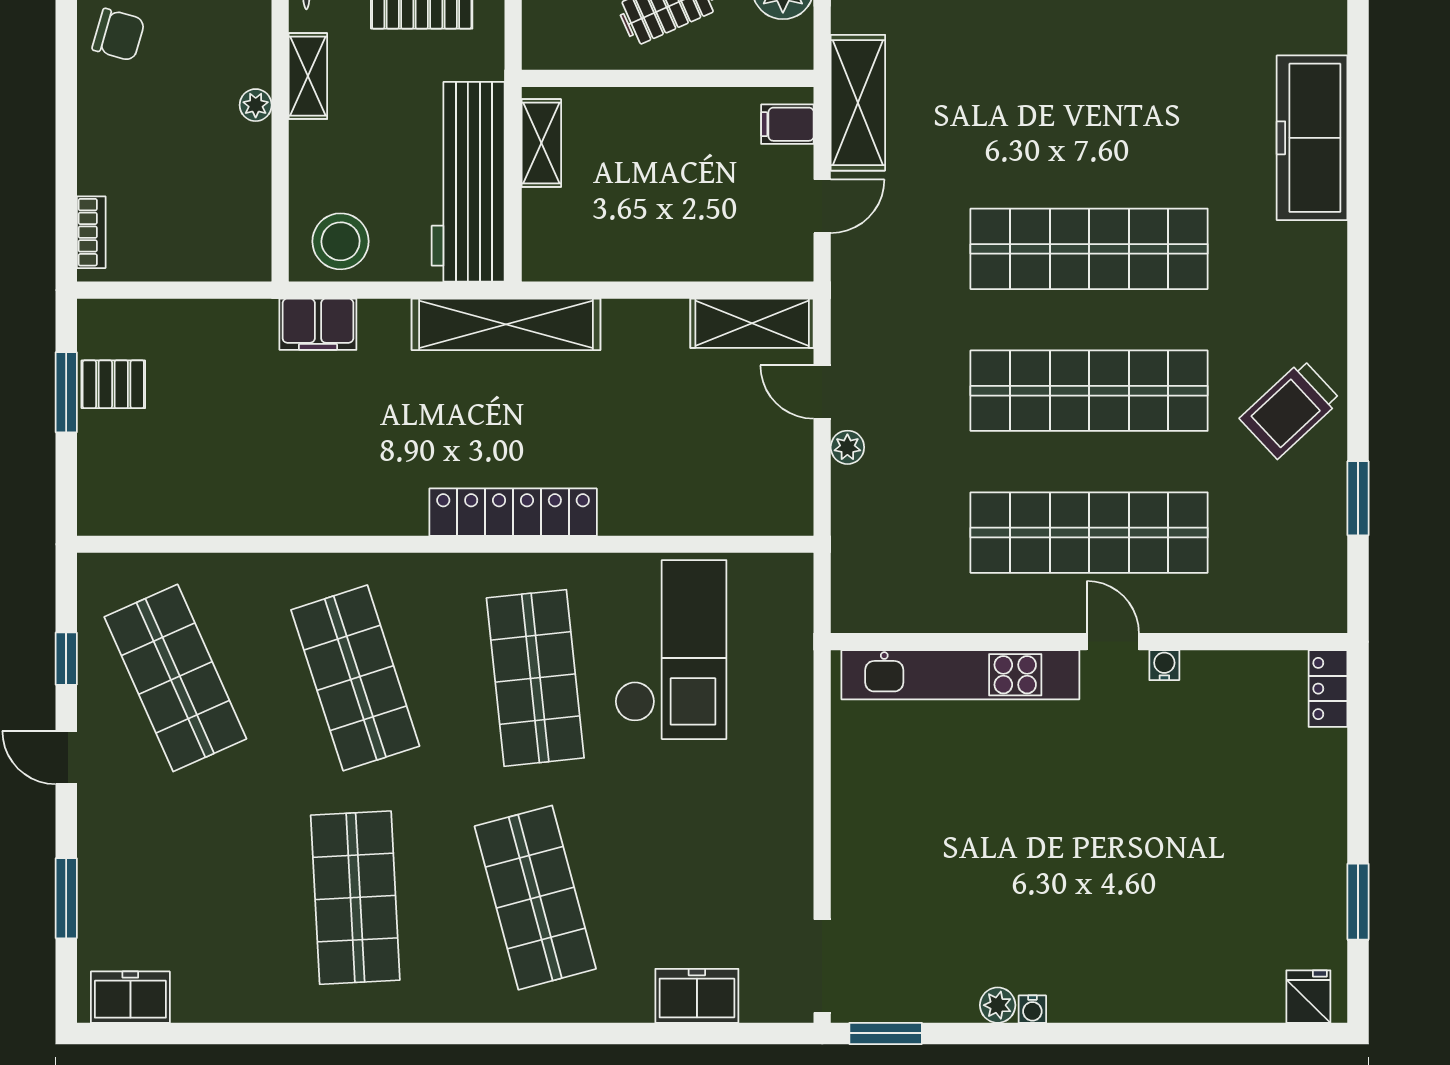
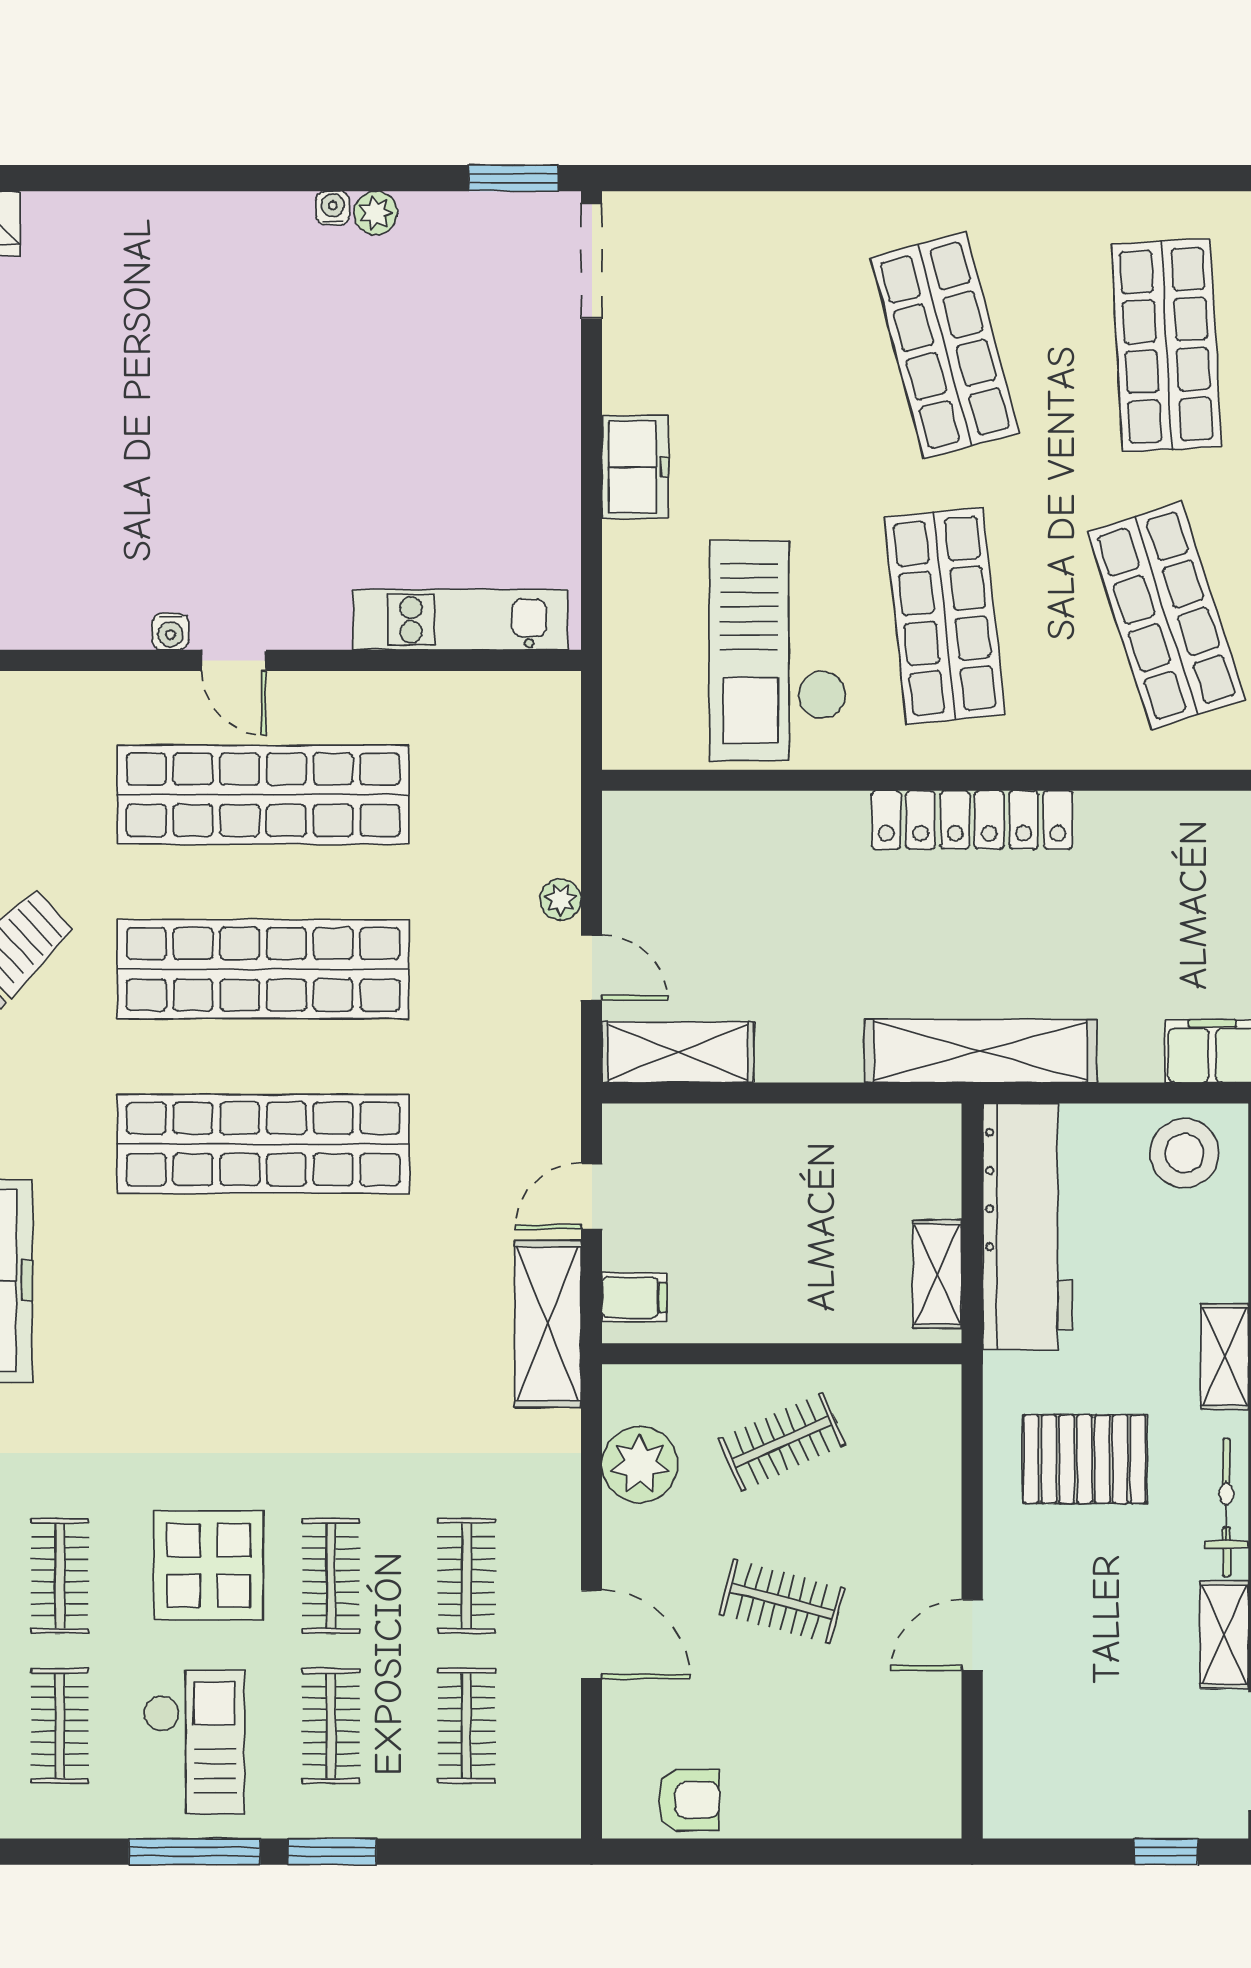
kitchen unit: (960, 675) -> (460, 620), width x0.73
freezer: (697, 996) -> (635, 467), moved, turned -90

